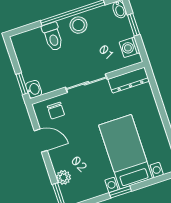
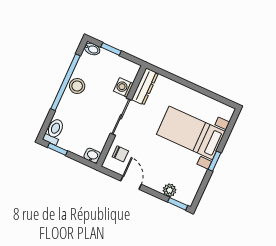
toilet: (53, 37) -> (54, 131), moved, turned -90
washing machine: (129, 47) -> (123, 87), moved, turned 90
window: (22, 84) -> (57, 149), moved
door: (41, 141) -> (131, 183), hinge flipped

